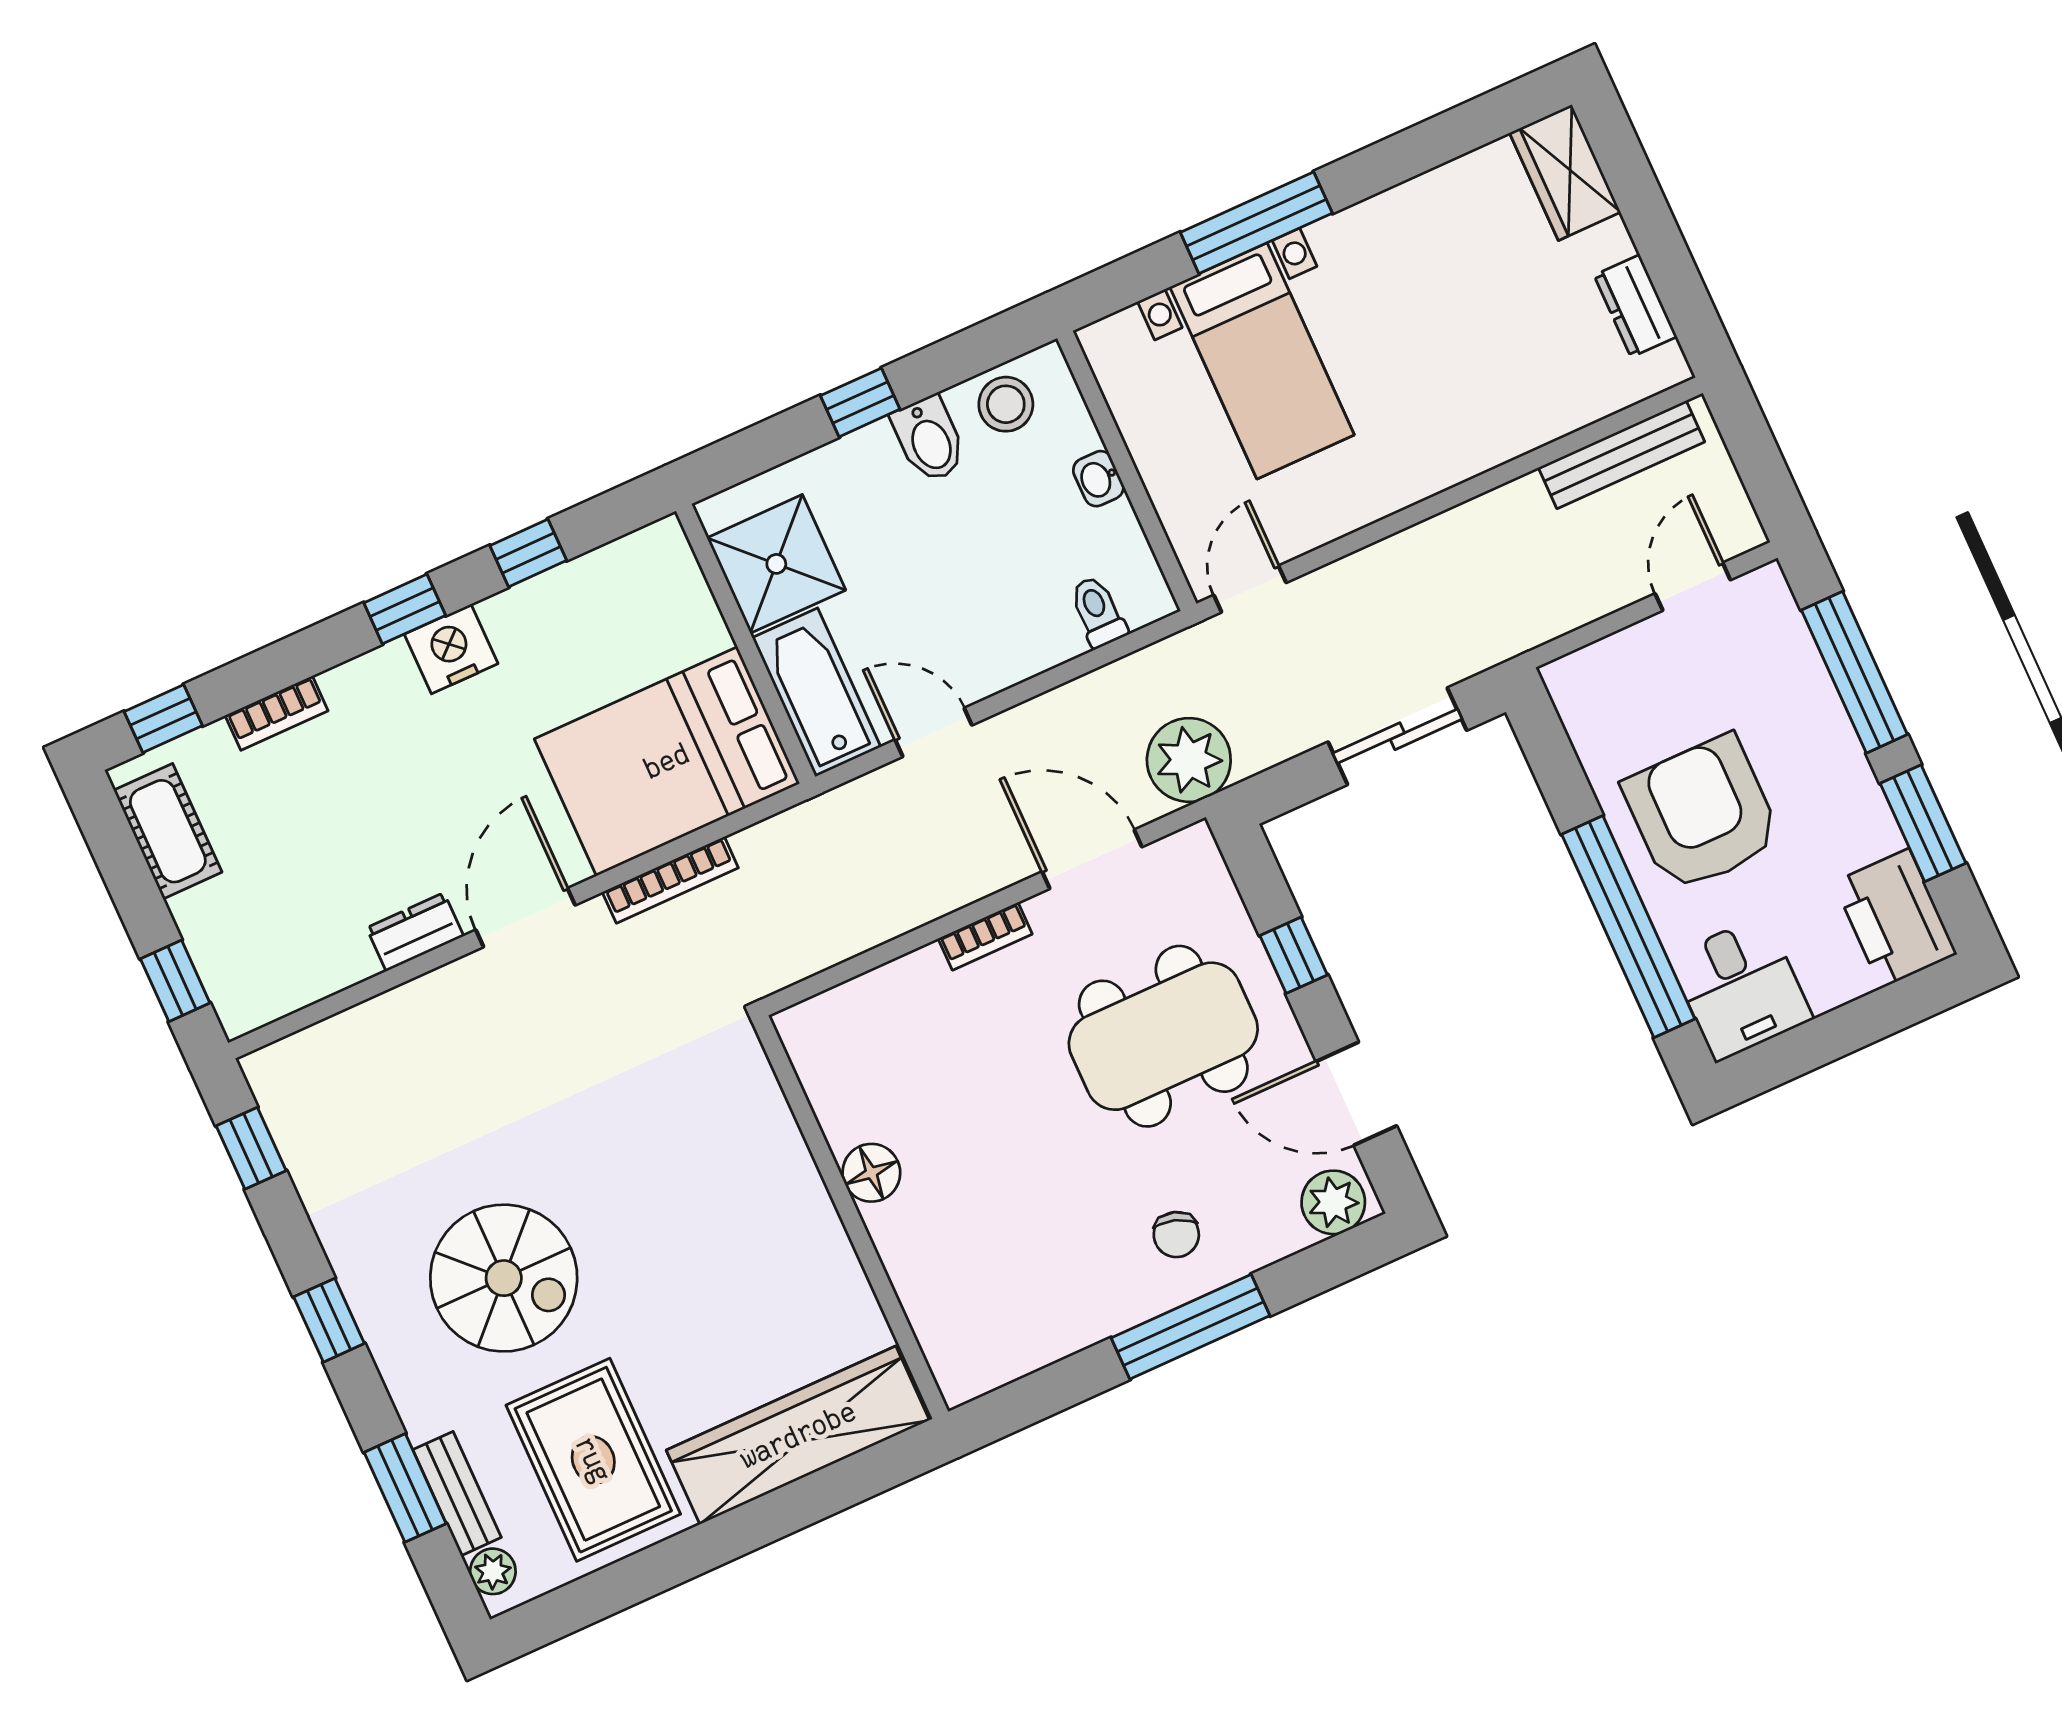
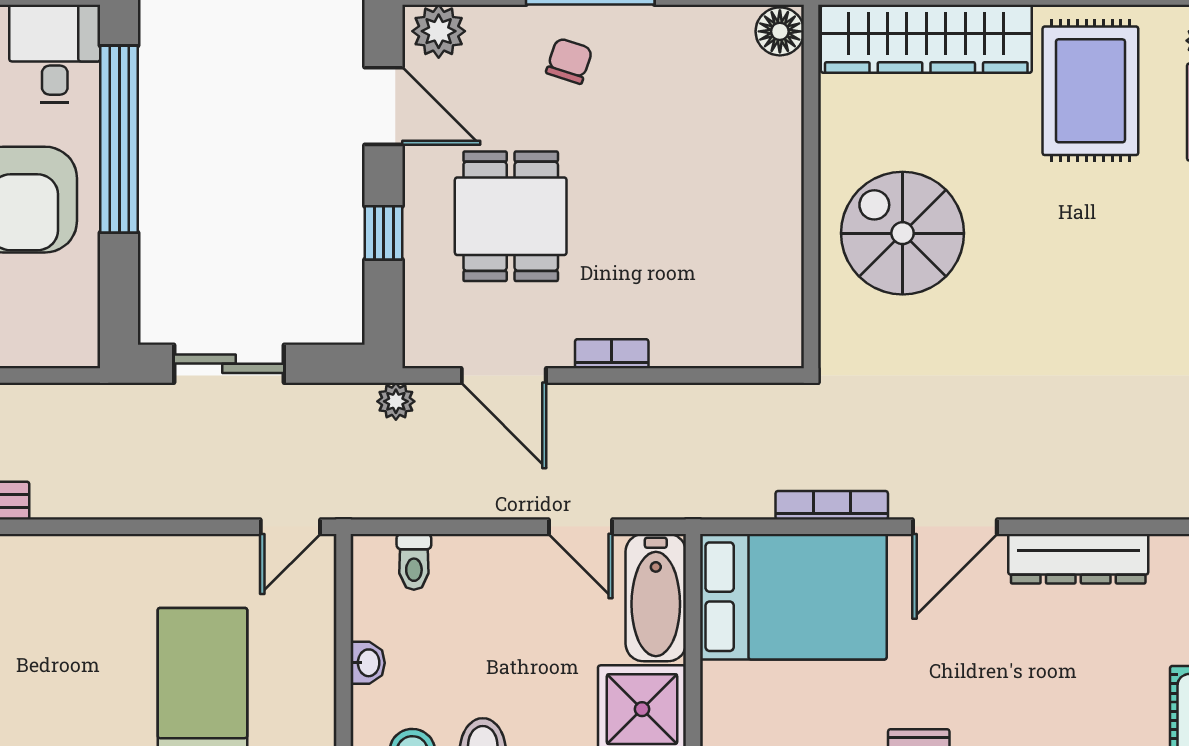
plant: (1189, 760) -> (396, 401), width x0.53, depth x0.53
dresser: (415, 932) -> (1078, 559), width x1.96, depth x1.24
dining table: (1163, 1036) -> (511, 216), width x0.73
floor lamp: (871, 1173) -> (780, 31), moved
spiral stairs: (504, 1278) -> (903, 233), moved

